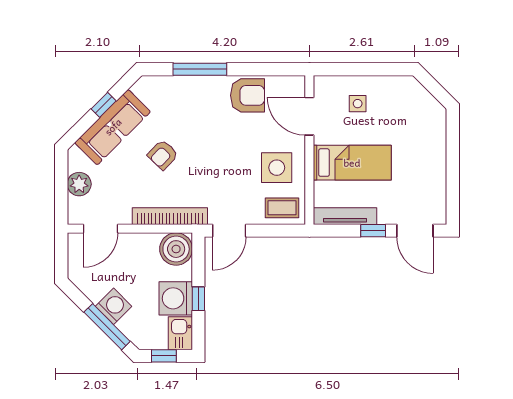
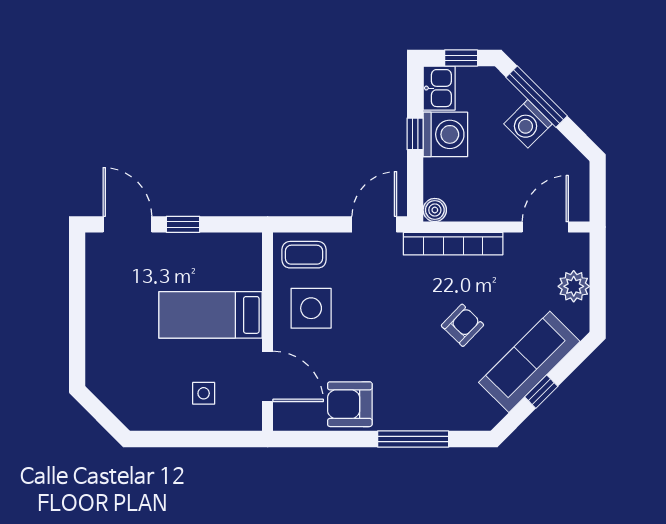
tv unit: (345, 216) -> (220, 244), removed
boiler: (176, 249) -> (435, 210), width x0.54, depth x0.54

